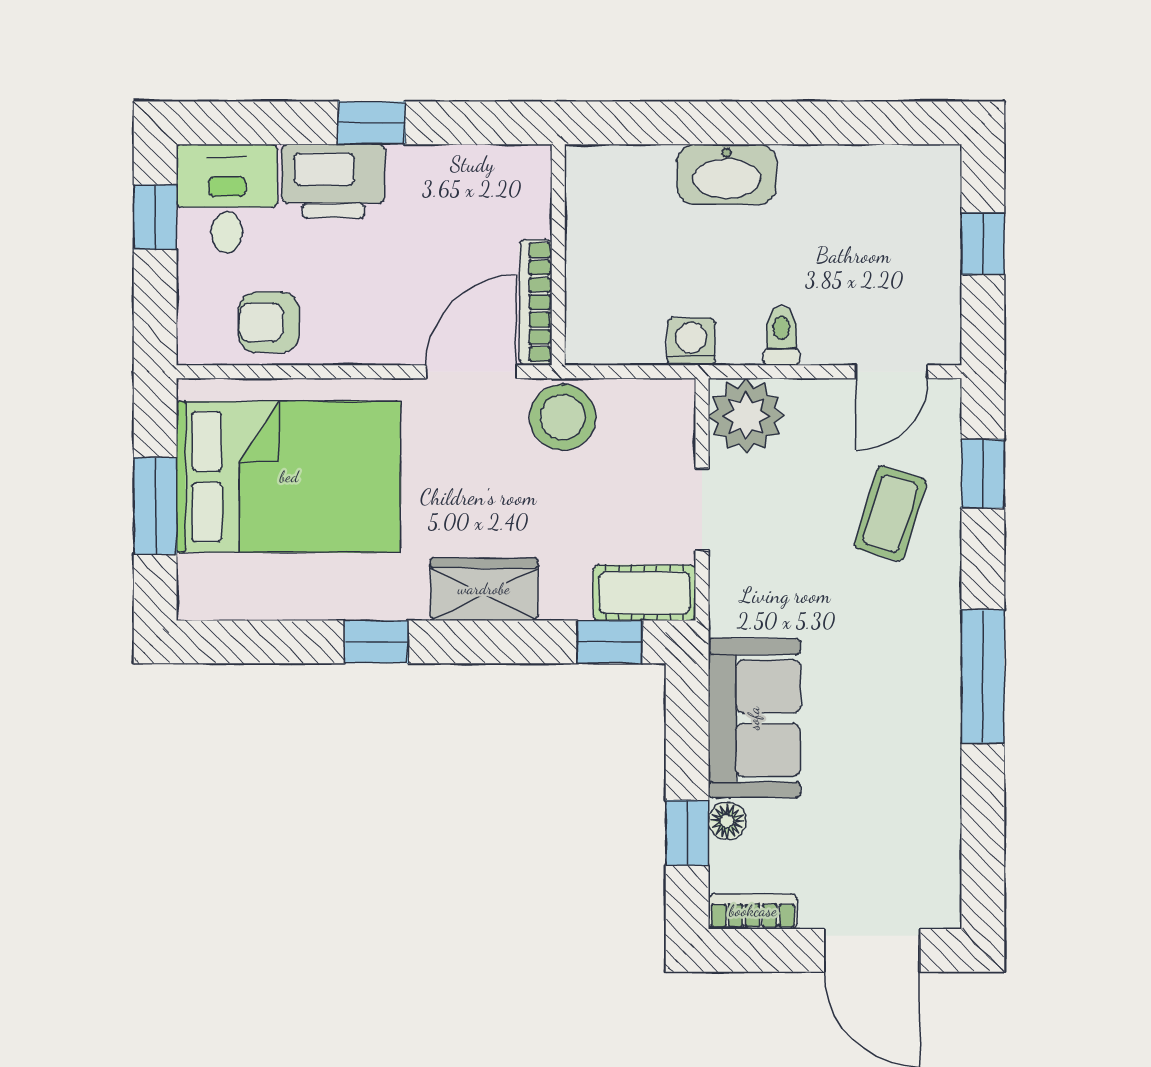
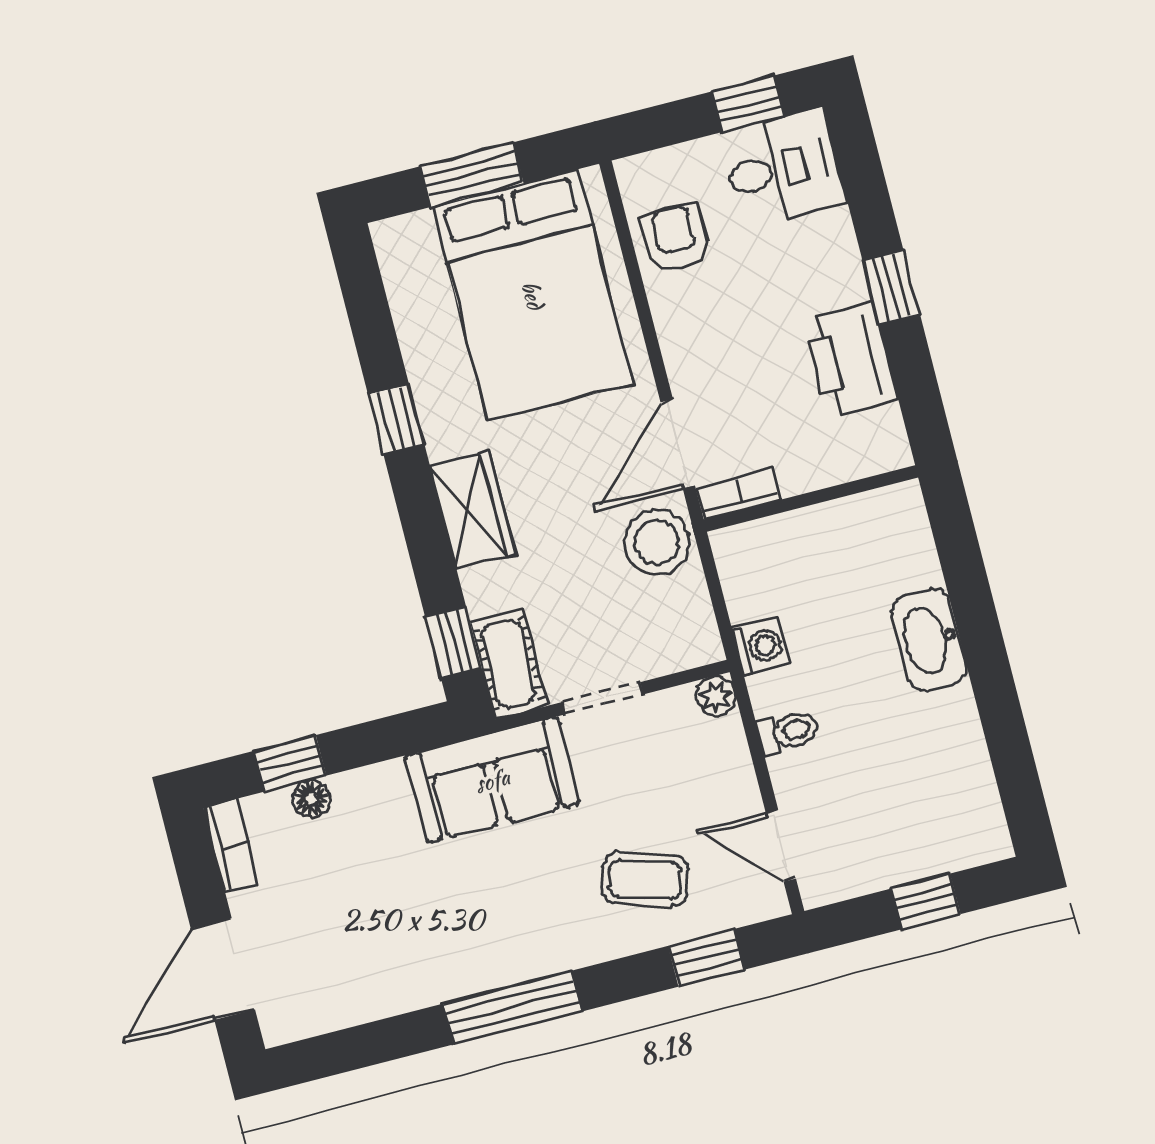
printer: (333, 181) -> (850, 359), moved
bookcase: (536, 302) -> (738, 494), width x0.64
door: (471, 372) -> (678, 444), swing flipped
plant: (746, 416) -> (716, 696), width x0.53, depth x0.53
sofa: (754, 718) -> (492, 780), moved

